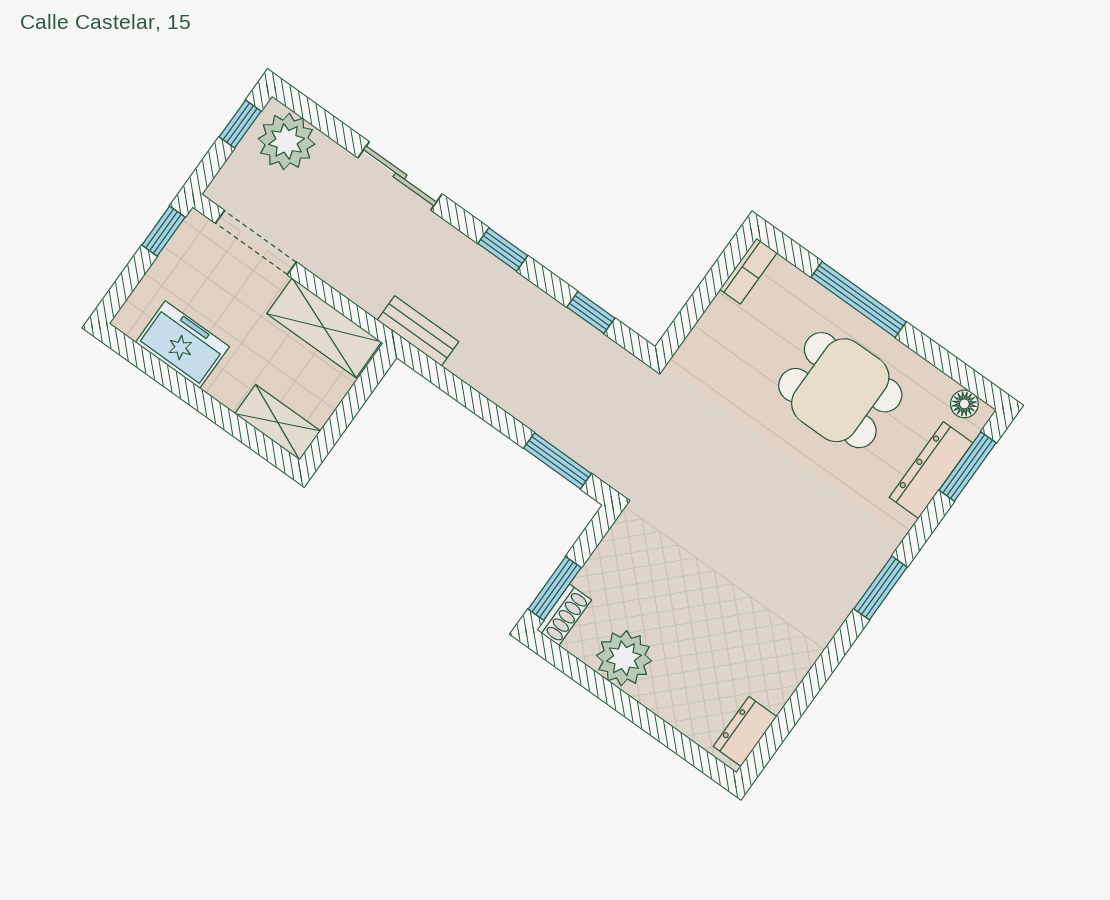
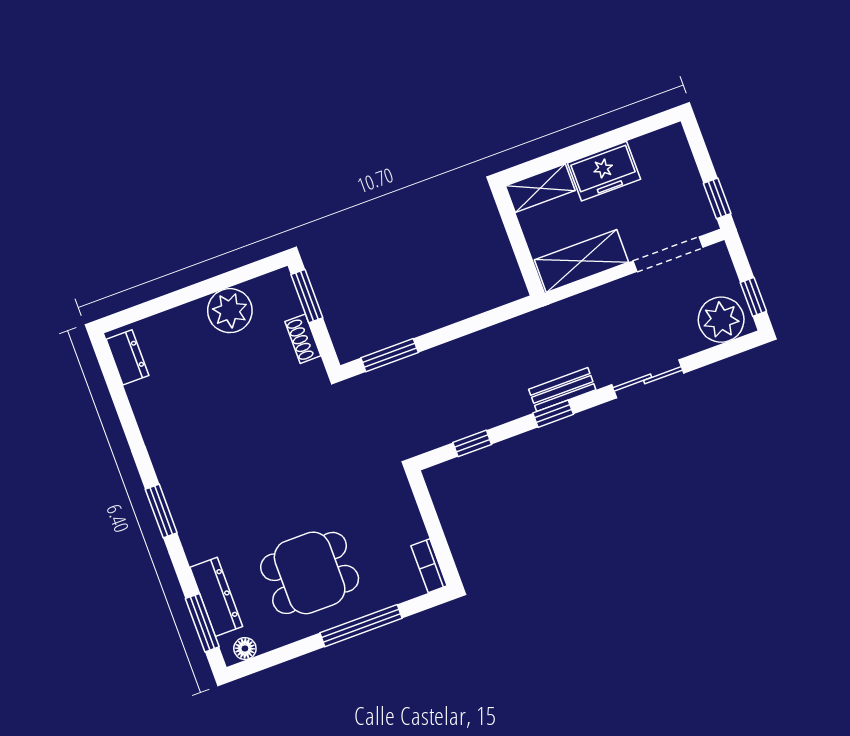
bench: (418, 331) -> (562, 389), moved
freezer: (182, 345) -> (604, 171), moved
shoe rack: (564, 615) -> (303, 339), moved

